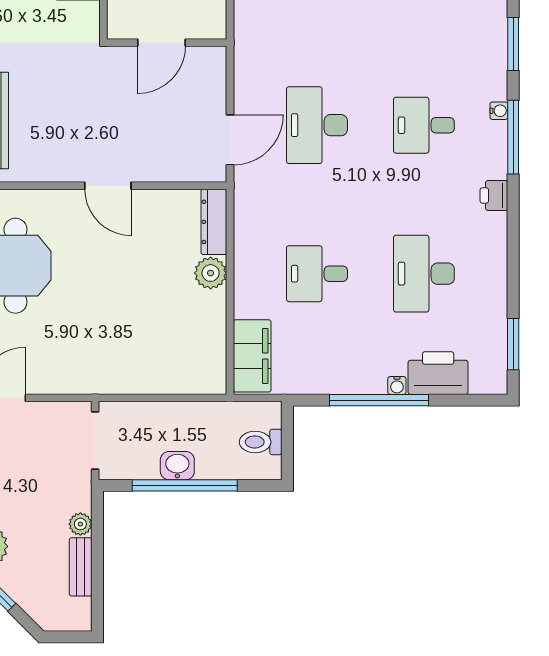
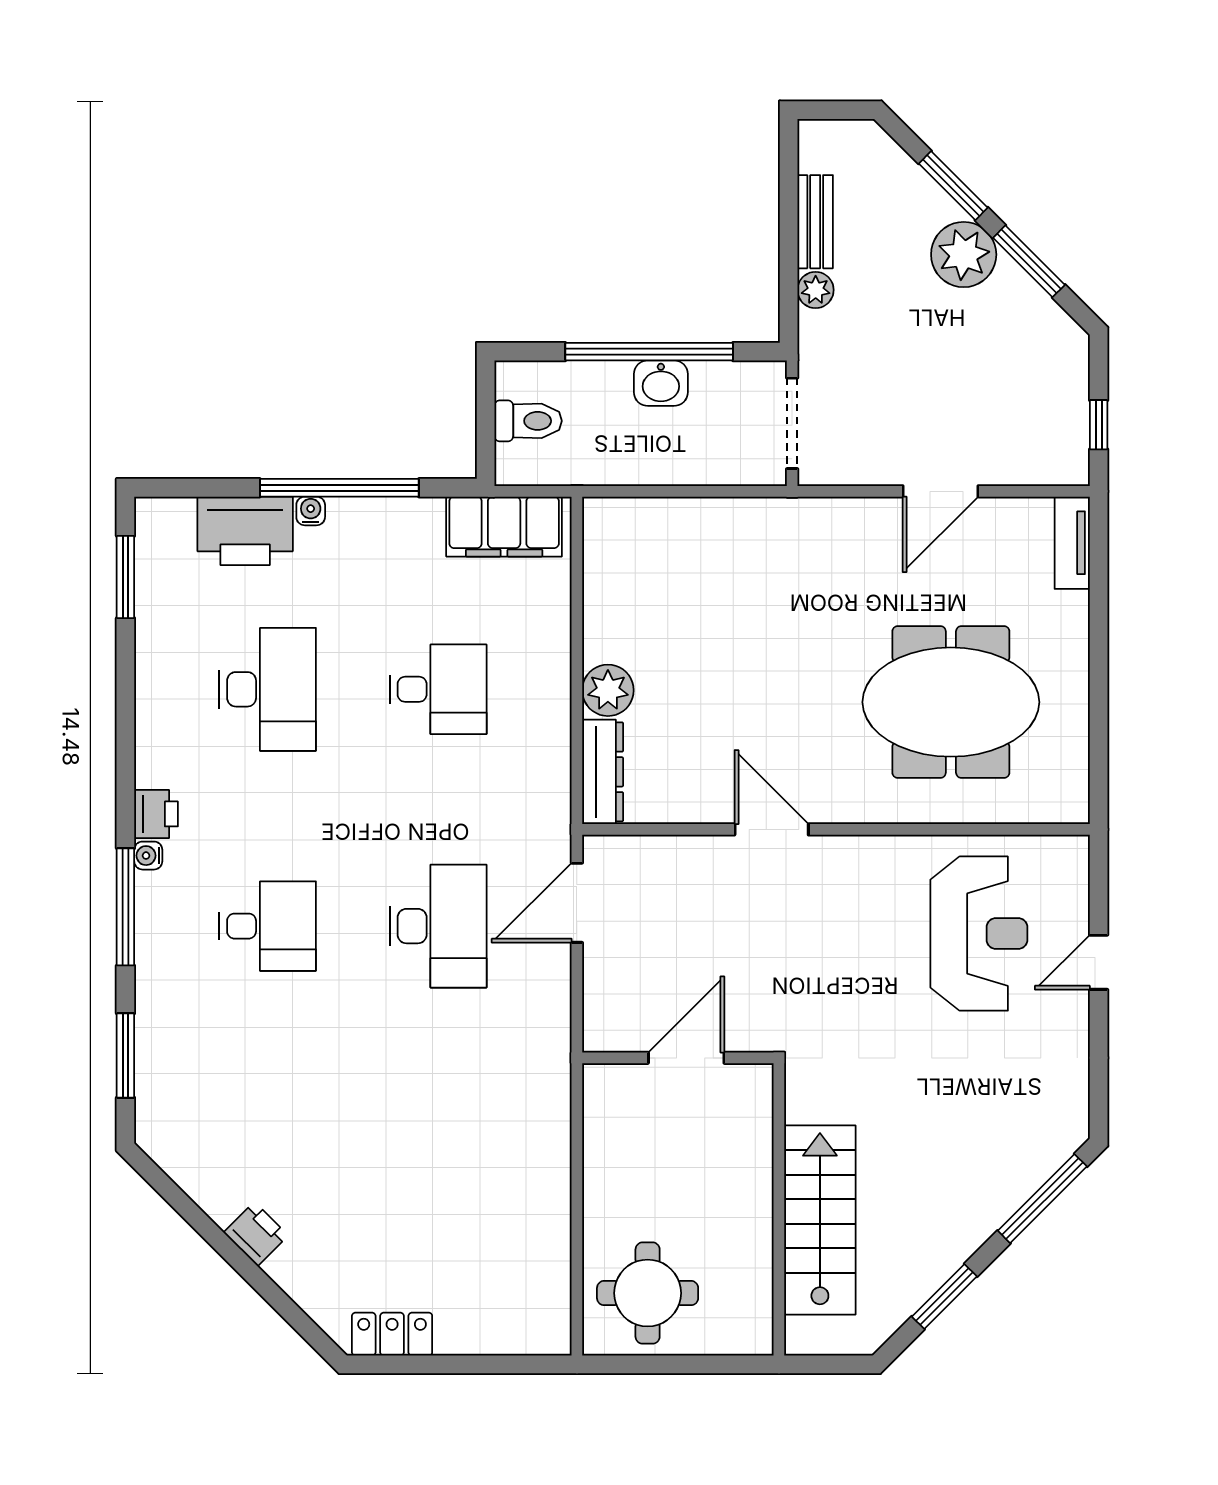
water cooler: (499, 111) -> (148, 856), moved
filing cabinet: (252, 356) -> (504, 527), moved, turned -90

